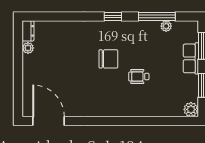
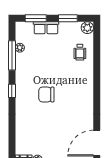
chair: (108, 59) -> (46, 94), turned -90
wheelchair: (139, 77) -> (80, 52), moved

